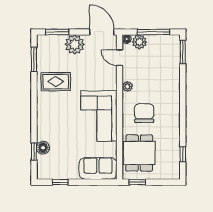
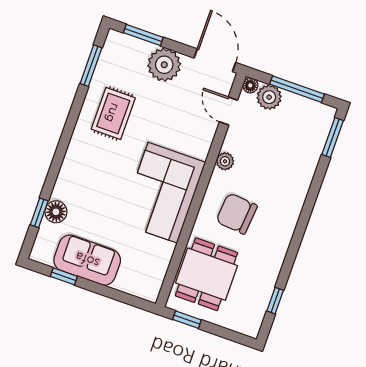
rug: (56, 82) -> (113, 113), turned 90
chair: (144, 113) -> (237, 214), turned -85
sofa: (98, 169) -> (87, 260), moved

